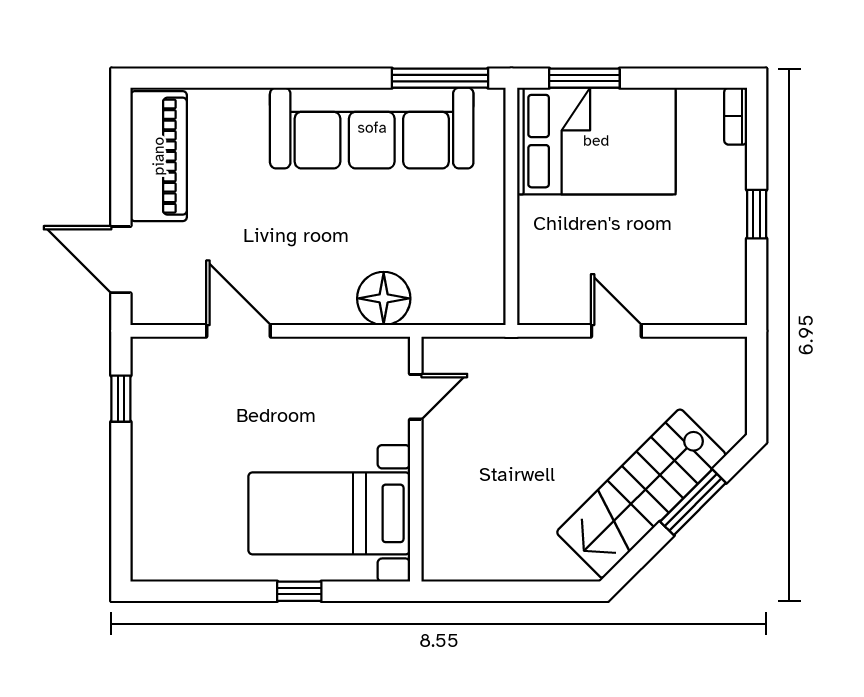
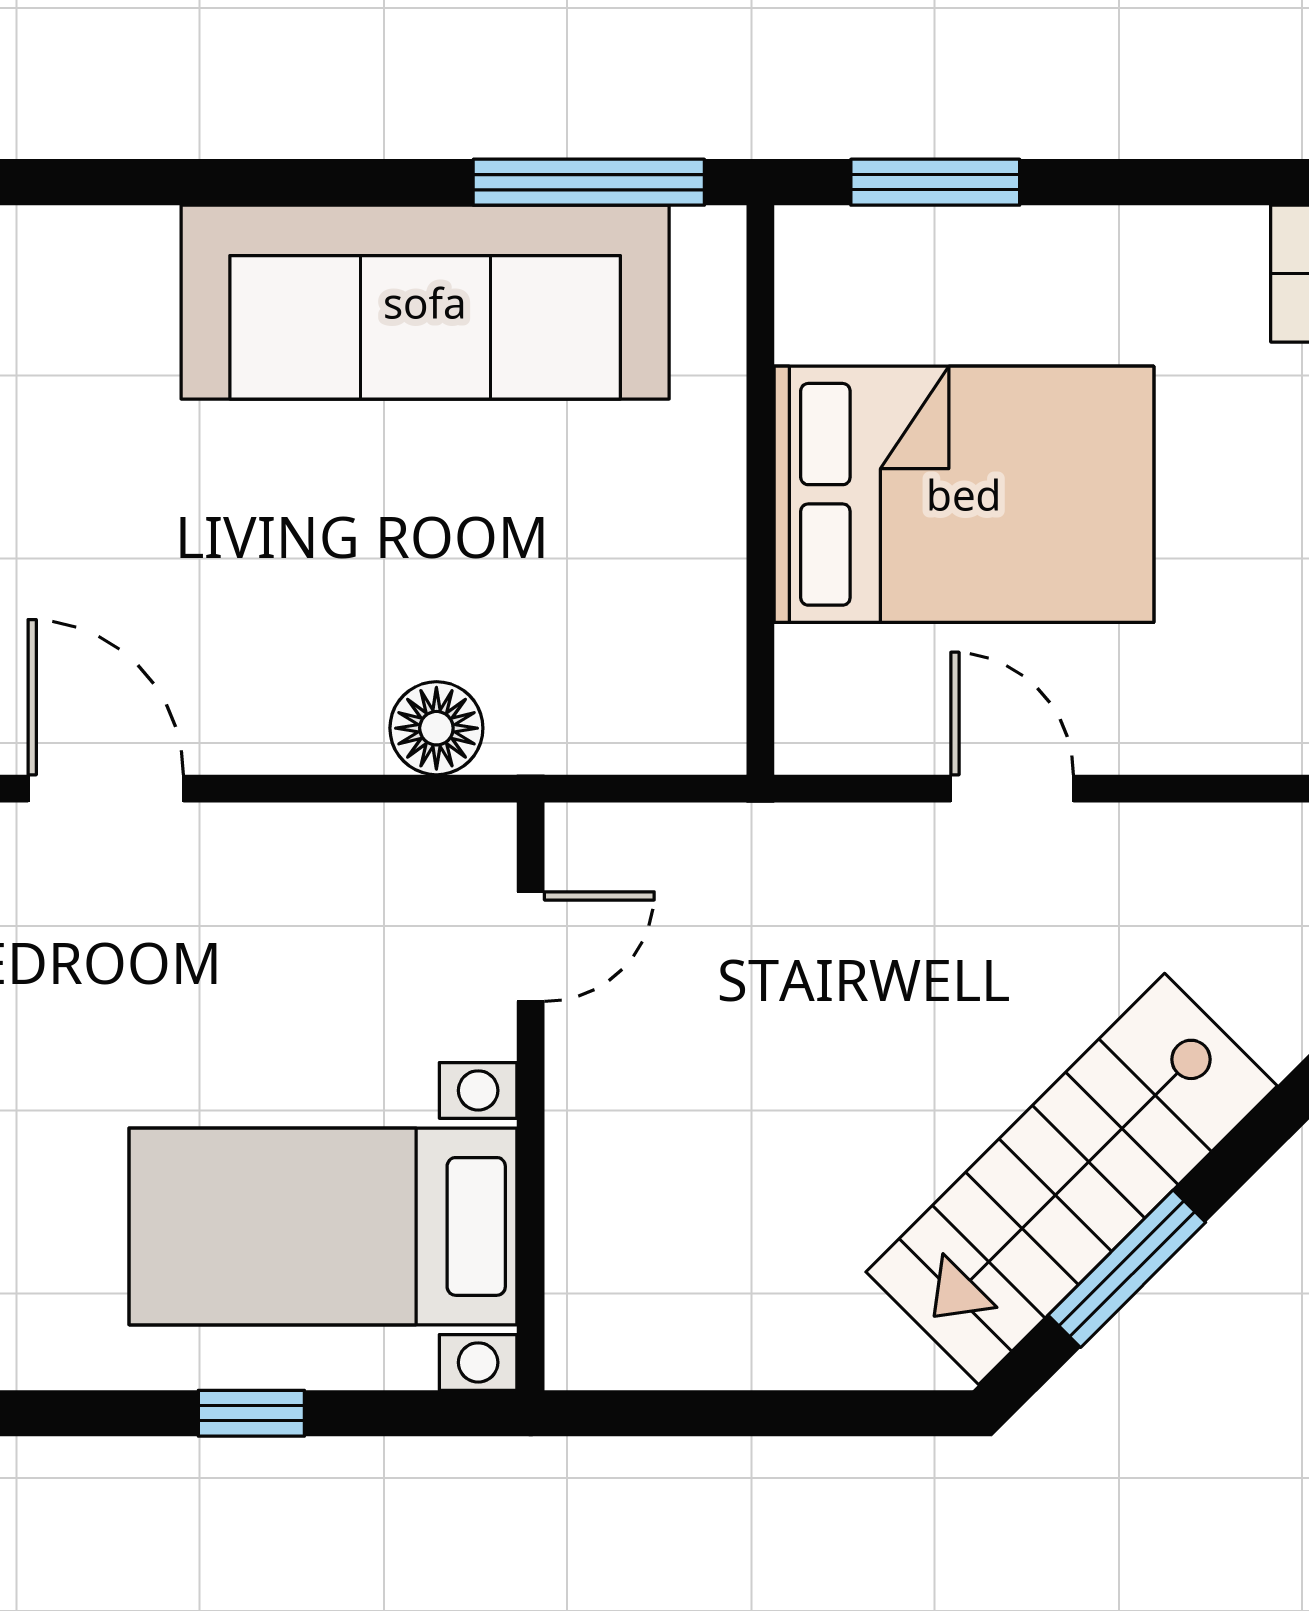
bed: (596, 141) -> (964, 494), moved
floor lamp: (384, 298) -> (436, 728), width x0.73, depth x0.73
window: (693, 502) -> (1127, 1269), moved

